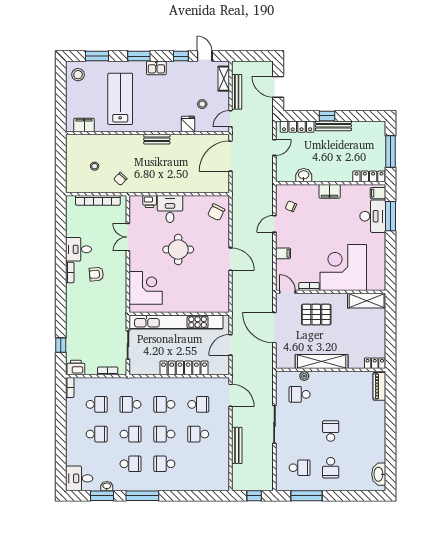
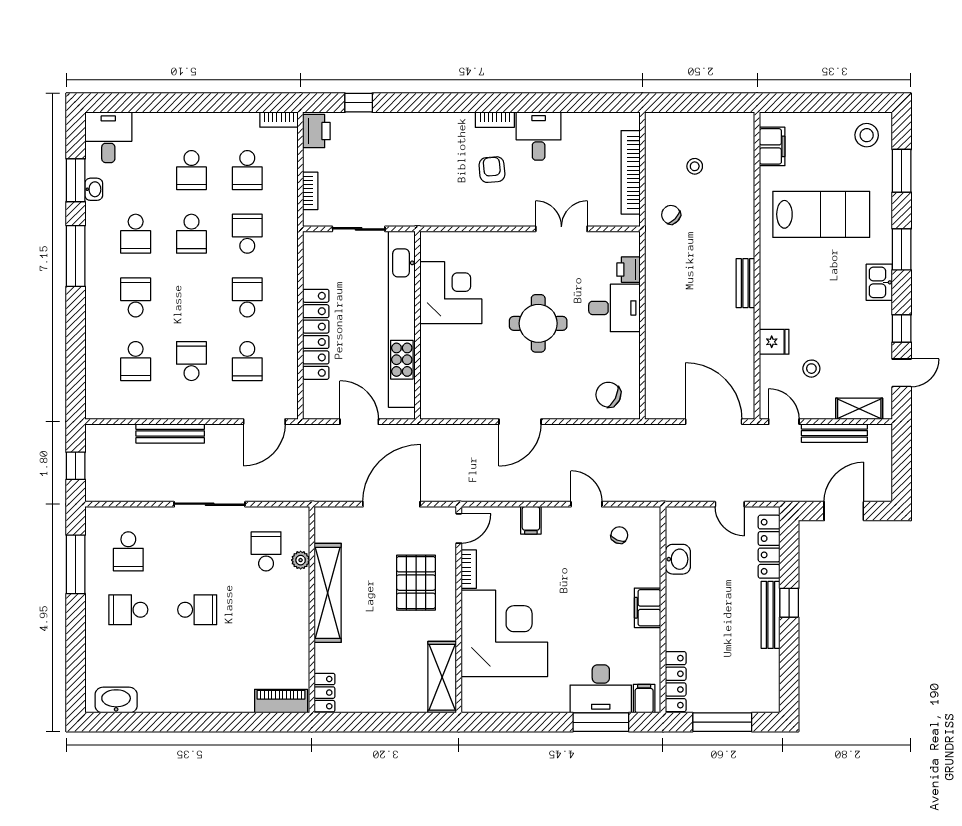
corner desk: (146, 288) -> (451, 293), moved, turned -90
school desk: (164, 434) -> (136, 361), moved, turned 180

